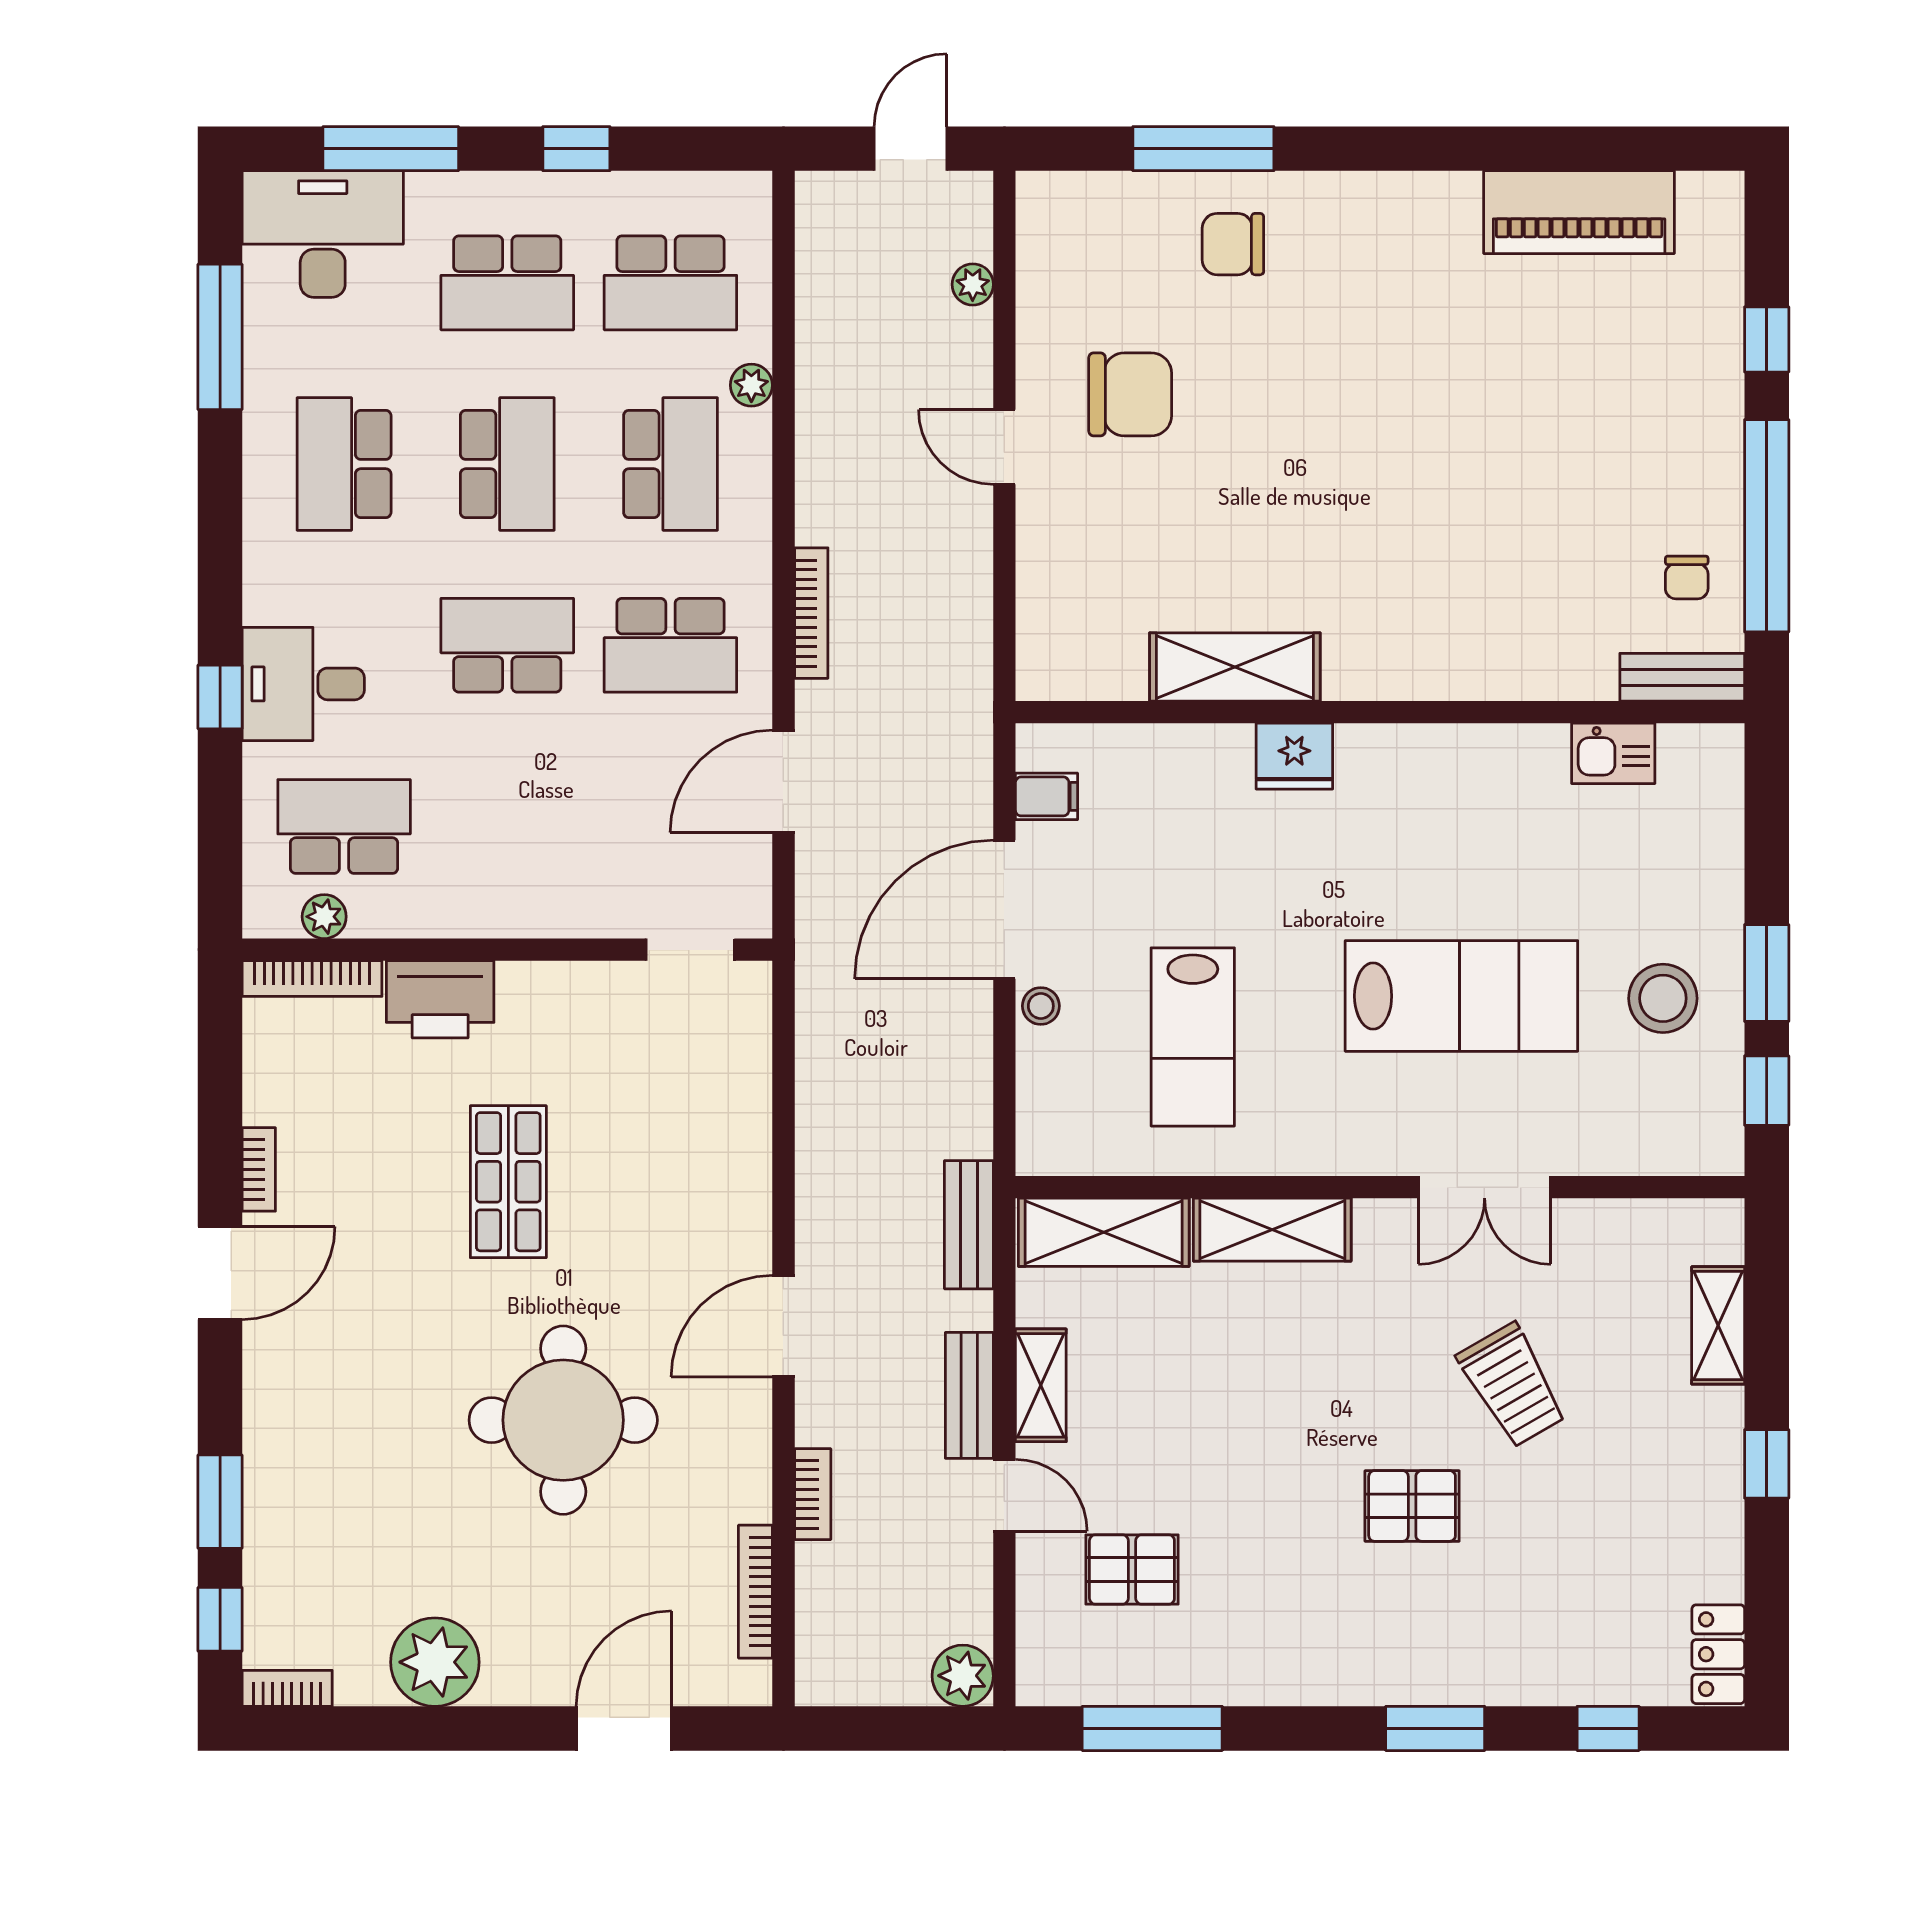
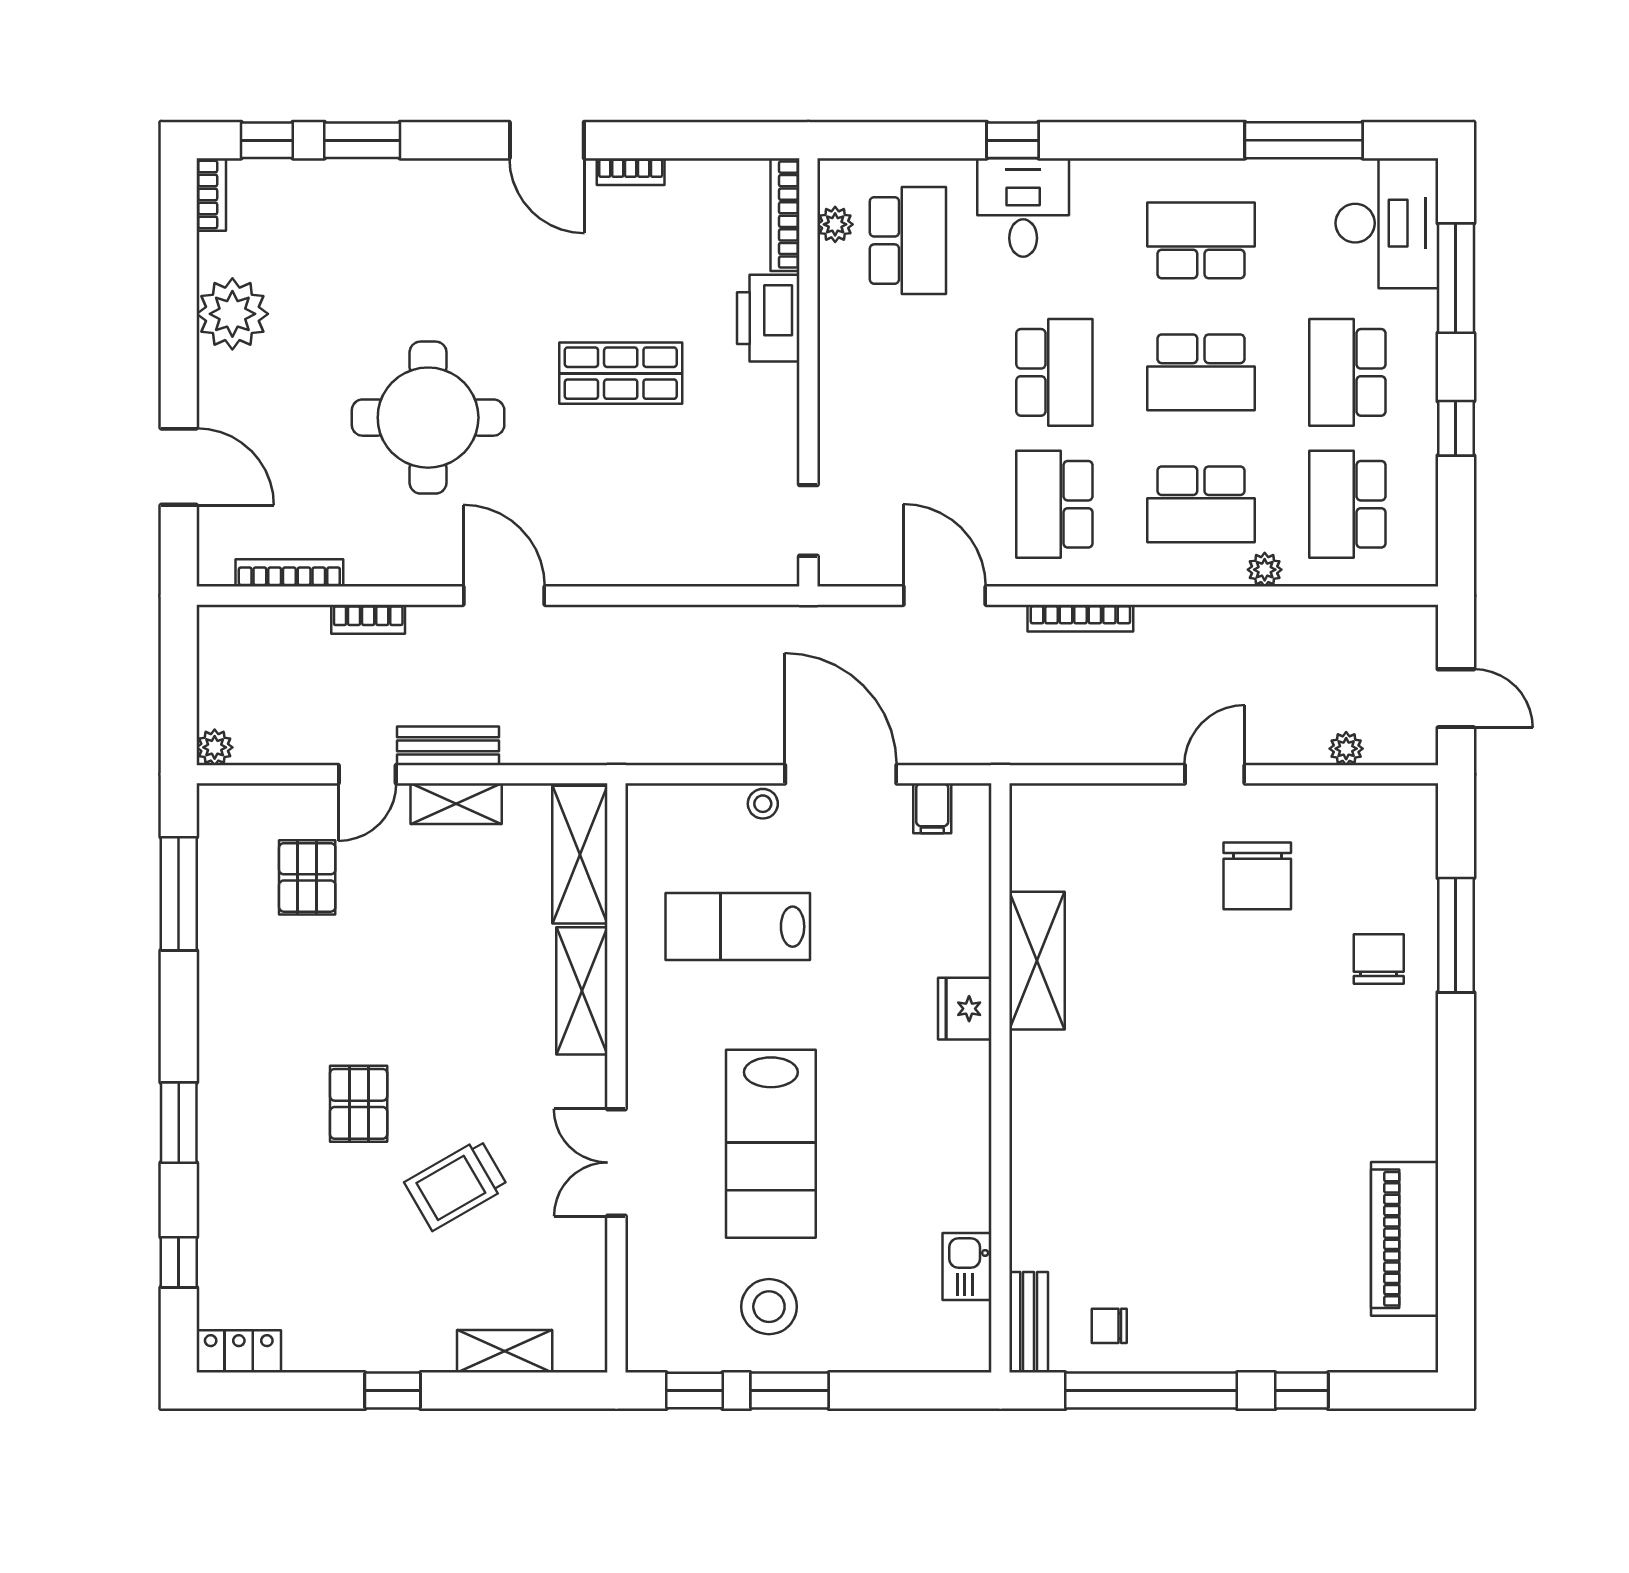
bench: (969, 1225) -> (586, 746), removed
plant: (963, 1676) -> (215, 747), width x0.73, depth x0.73

